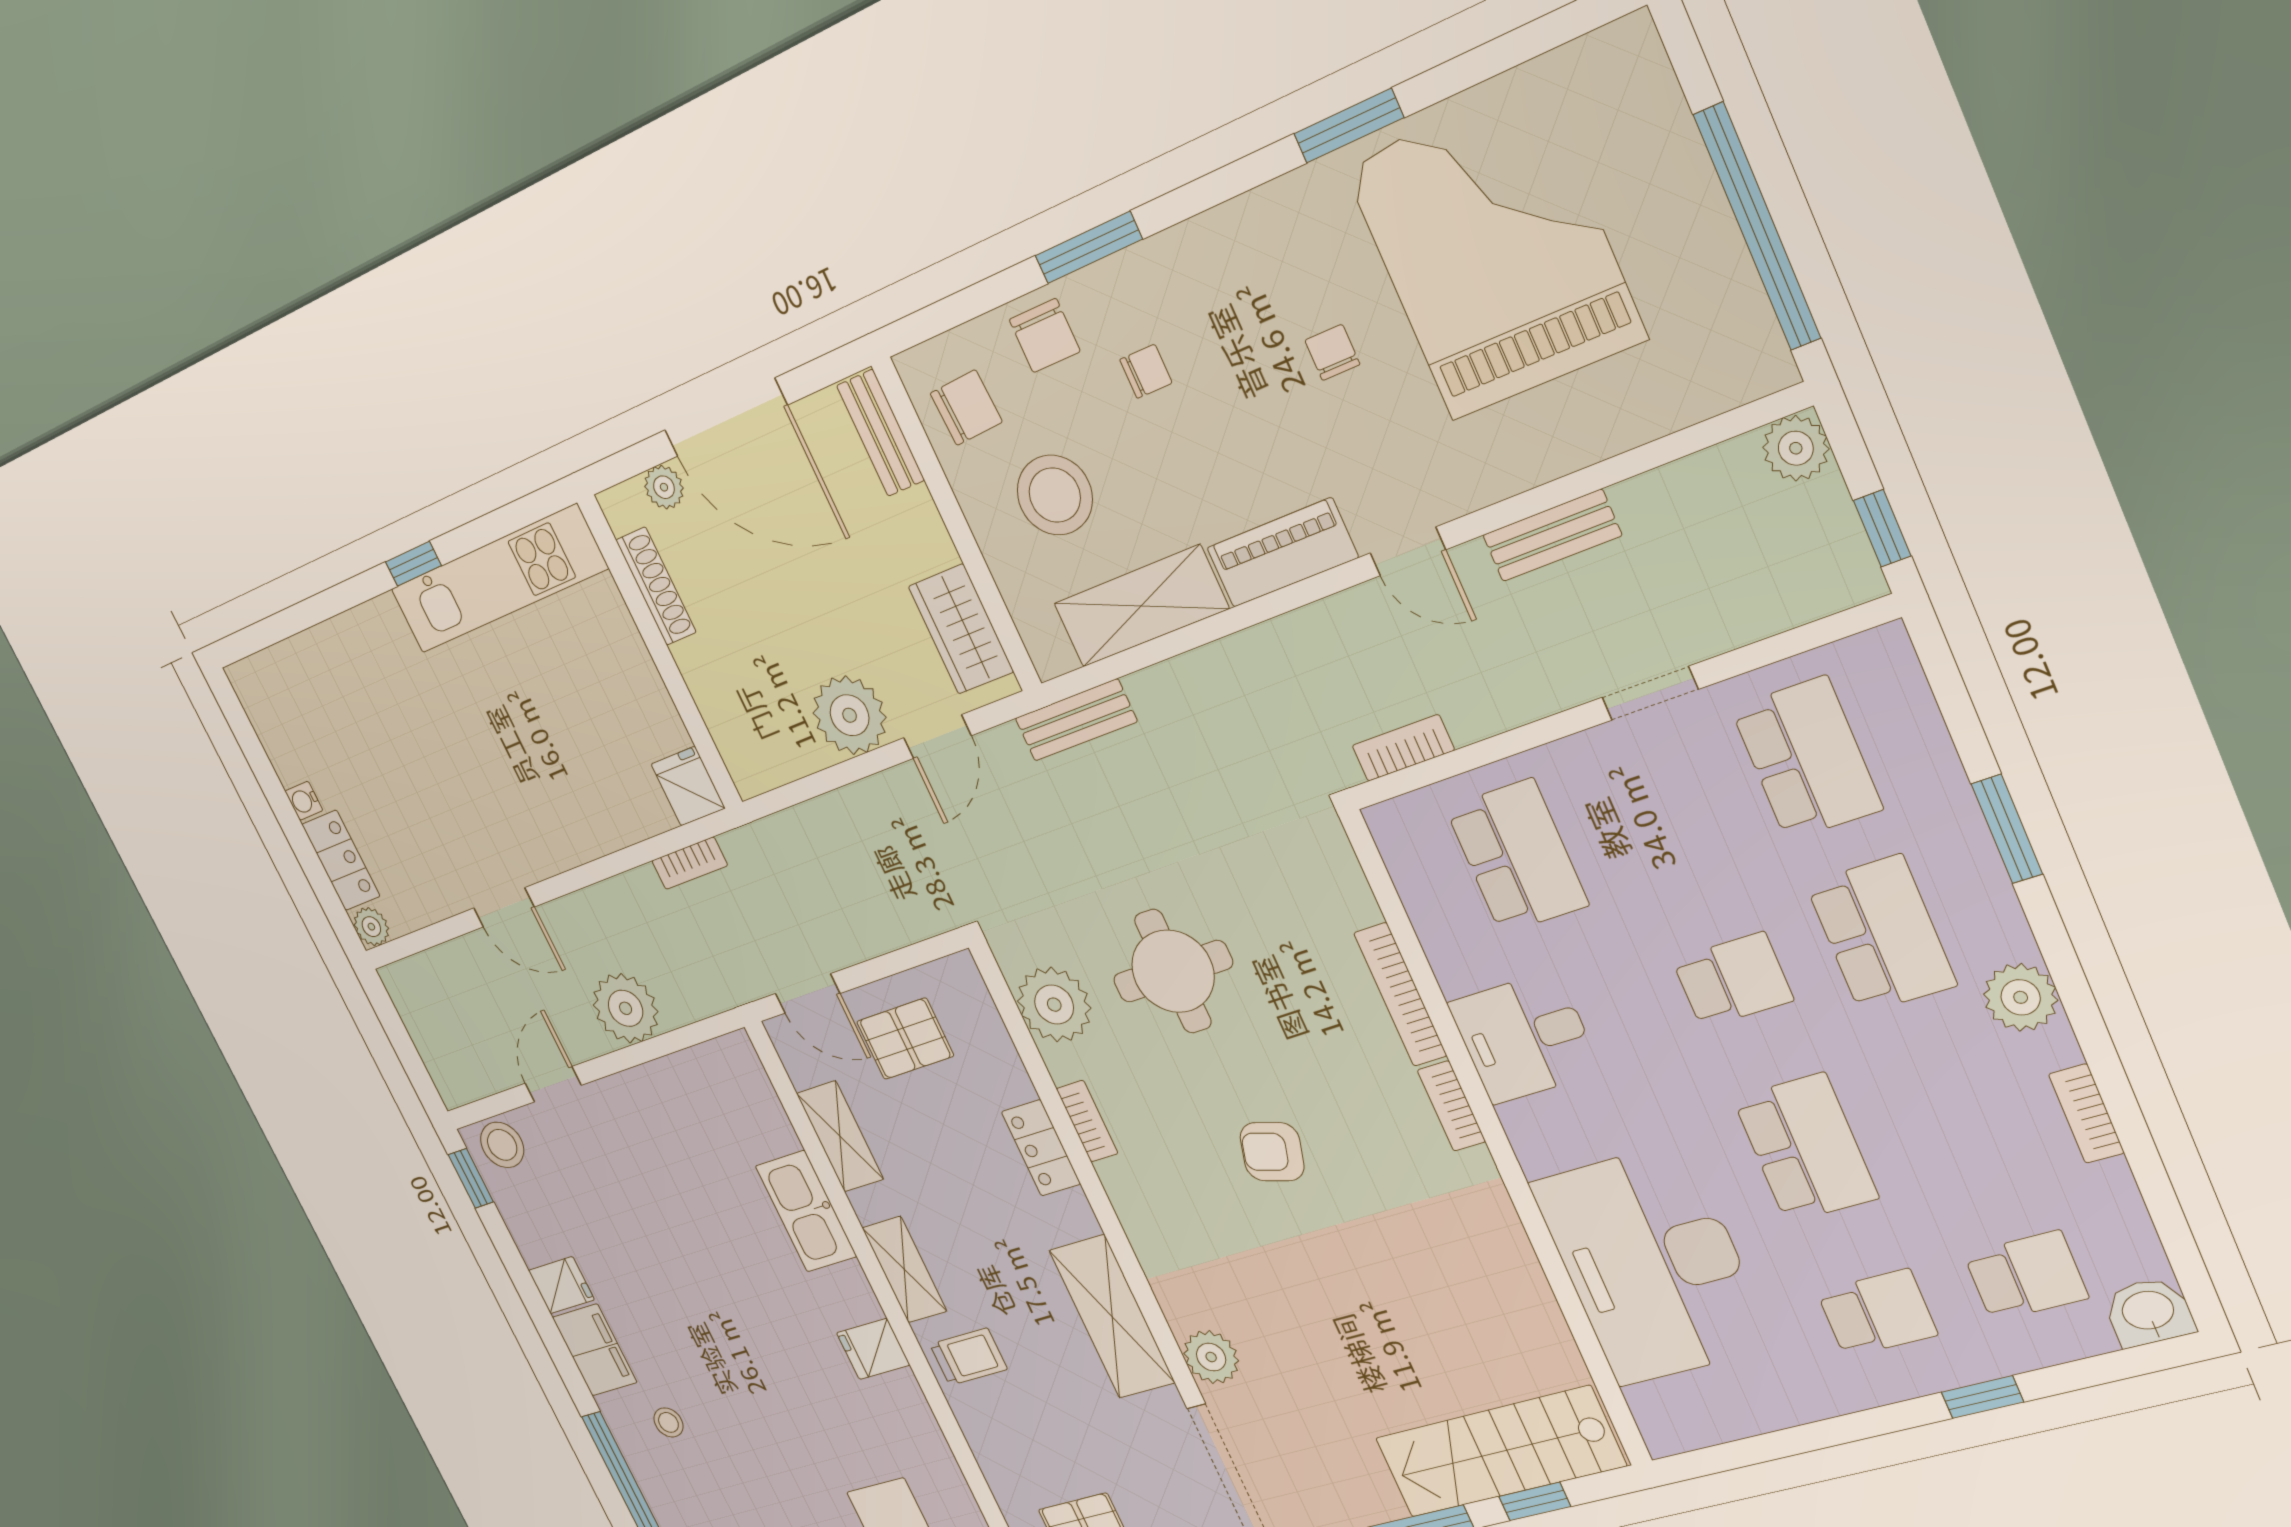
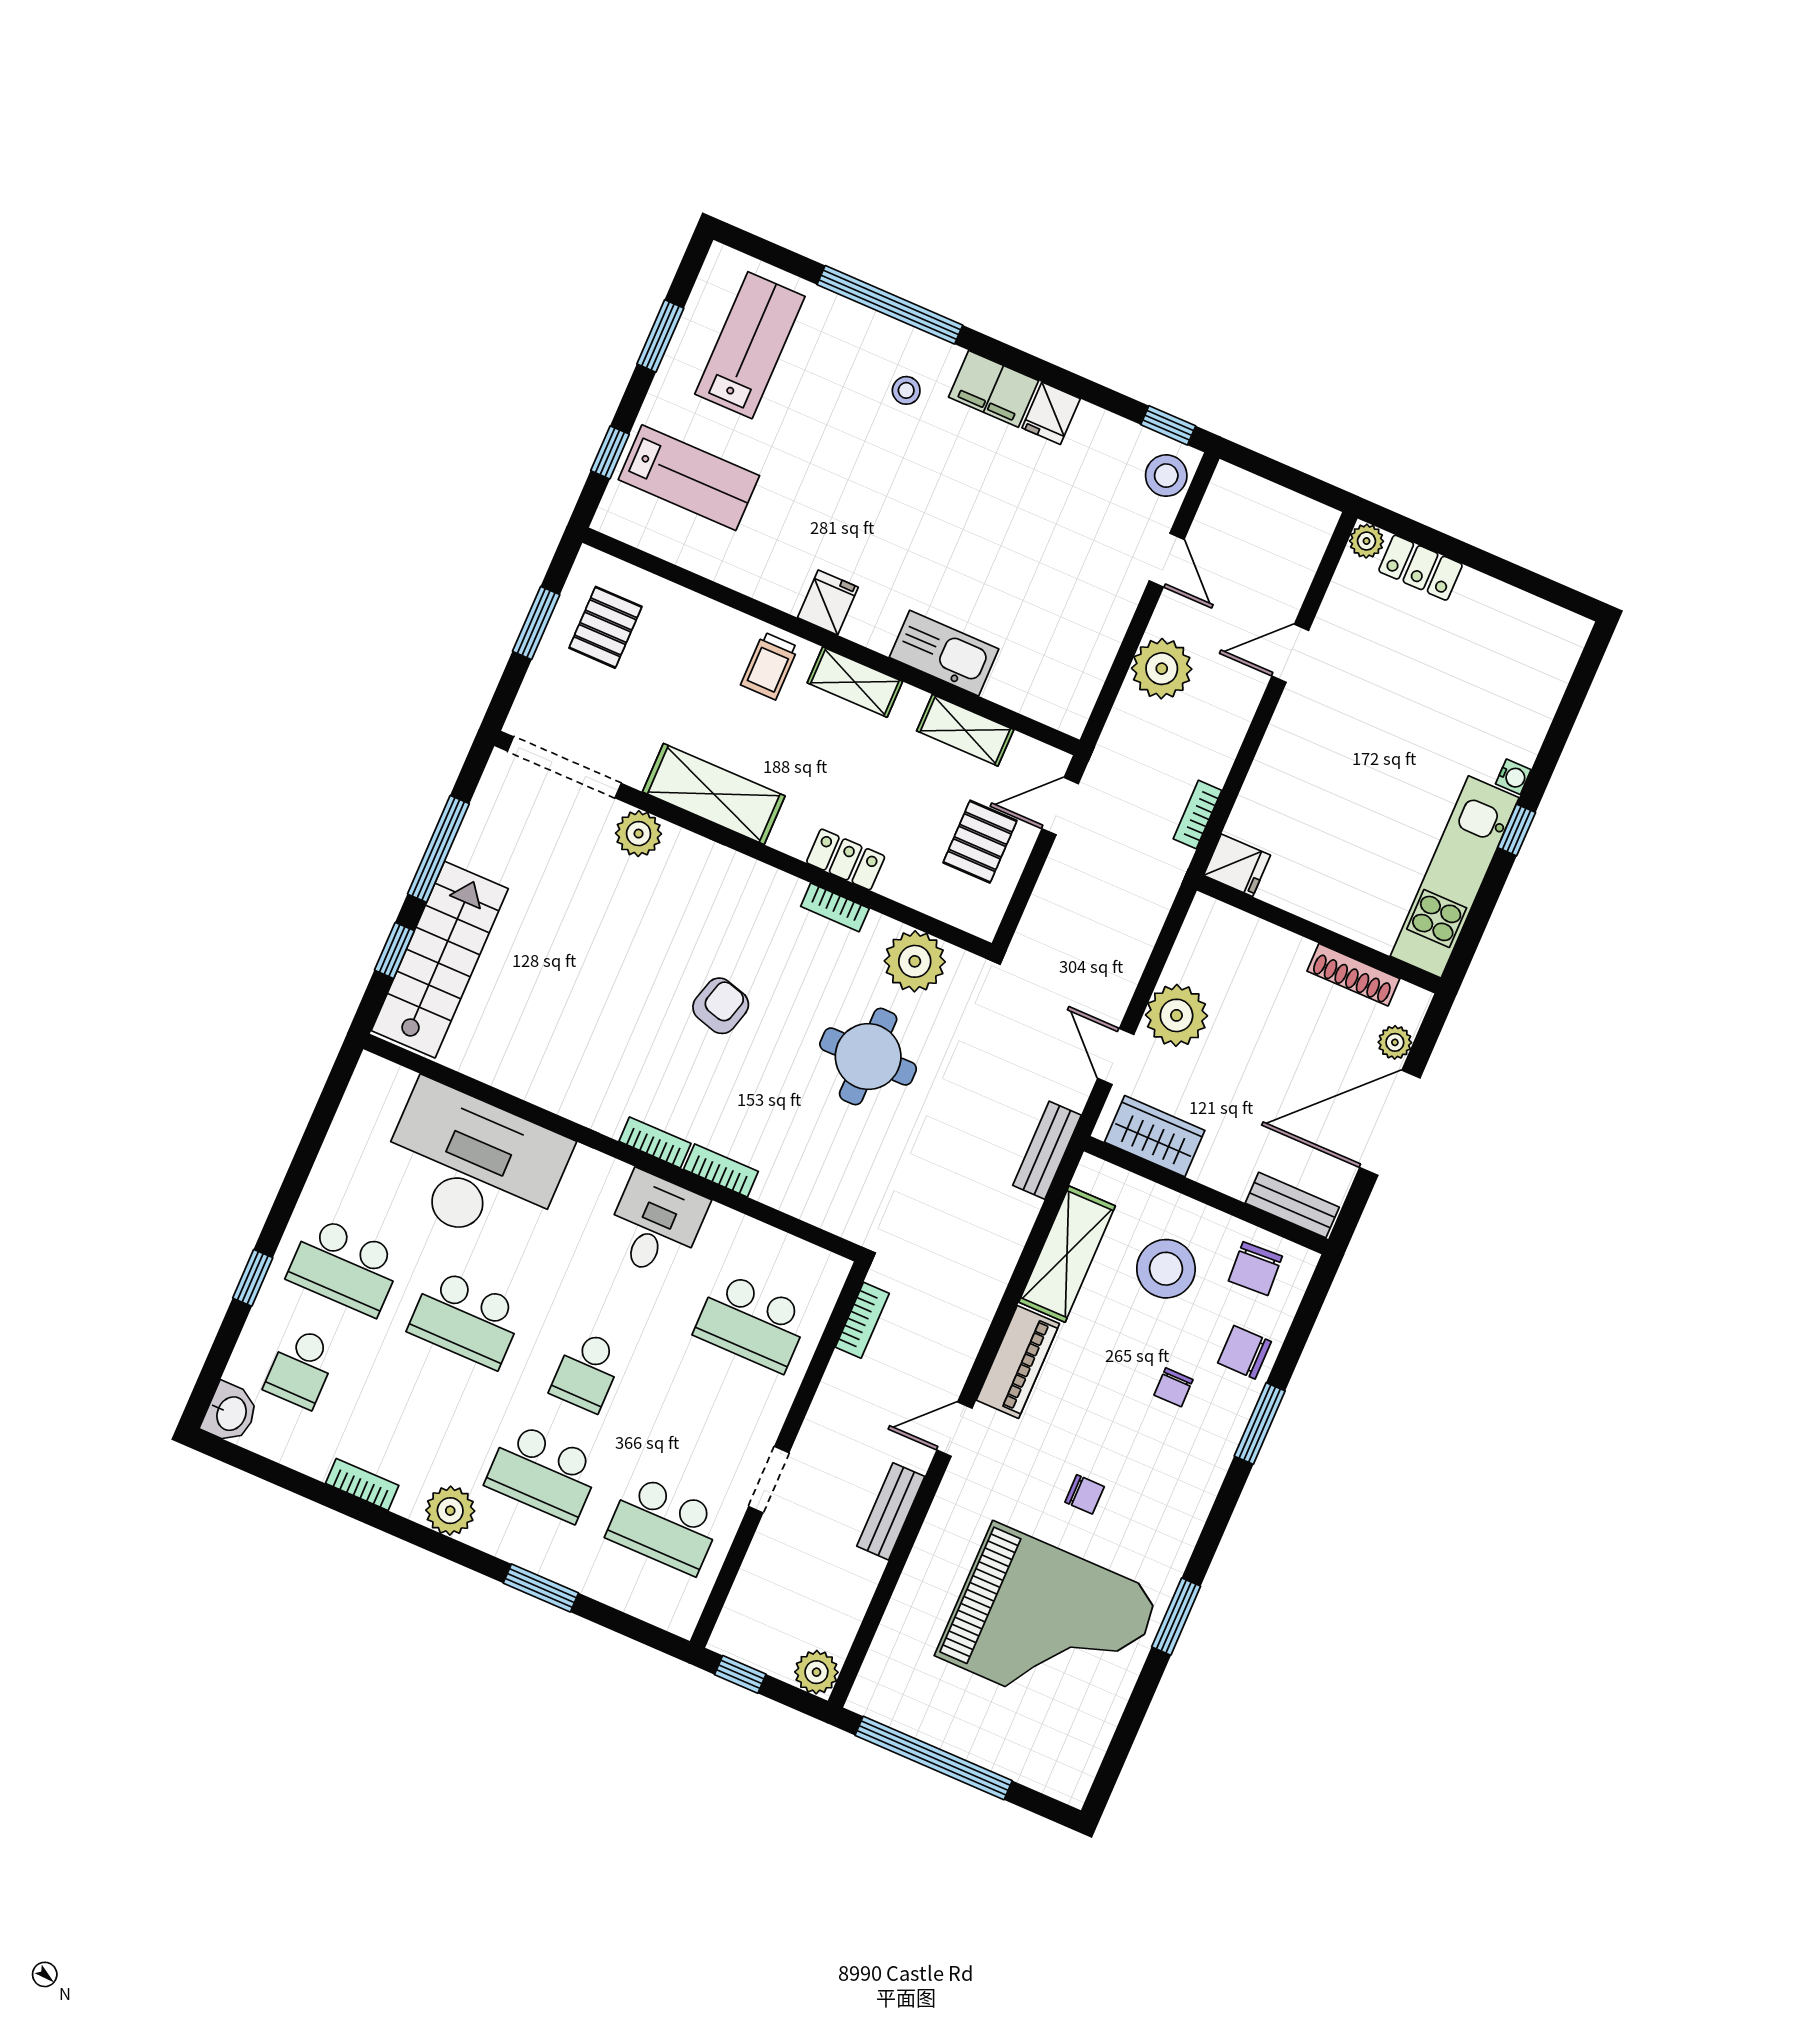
water cooler: (304, 801) -> (1513, 777), moved, turned 90
bookcase: (1400, 995) -> (721, 1170), width x0.64
school desk: (1877, 1313) -> (345, 1266), width x1.85

